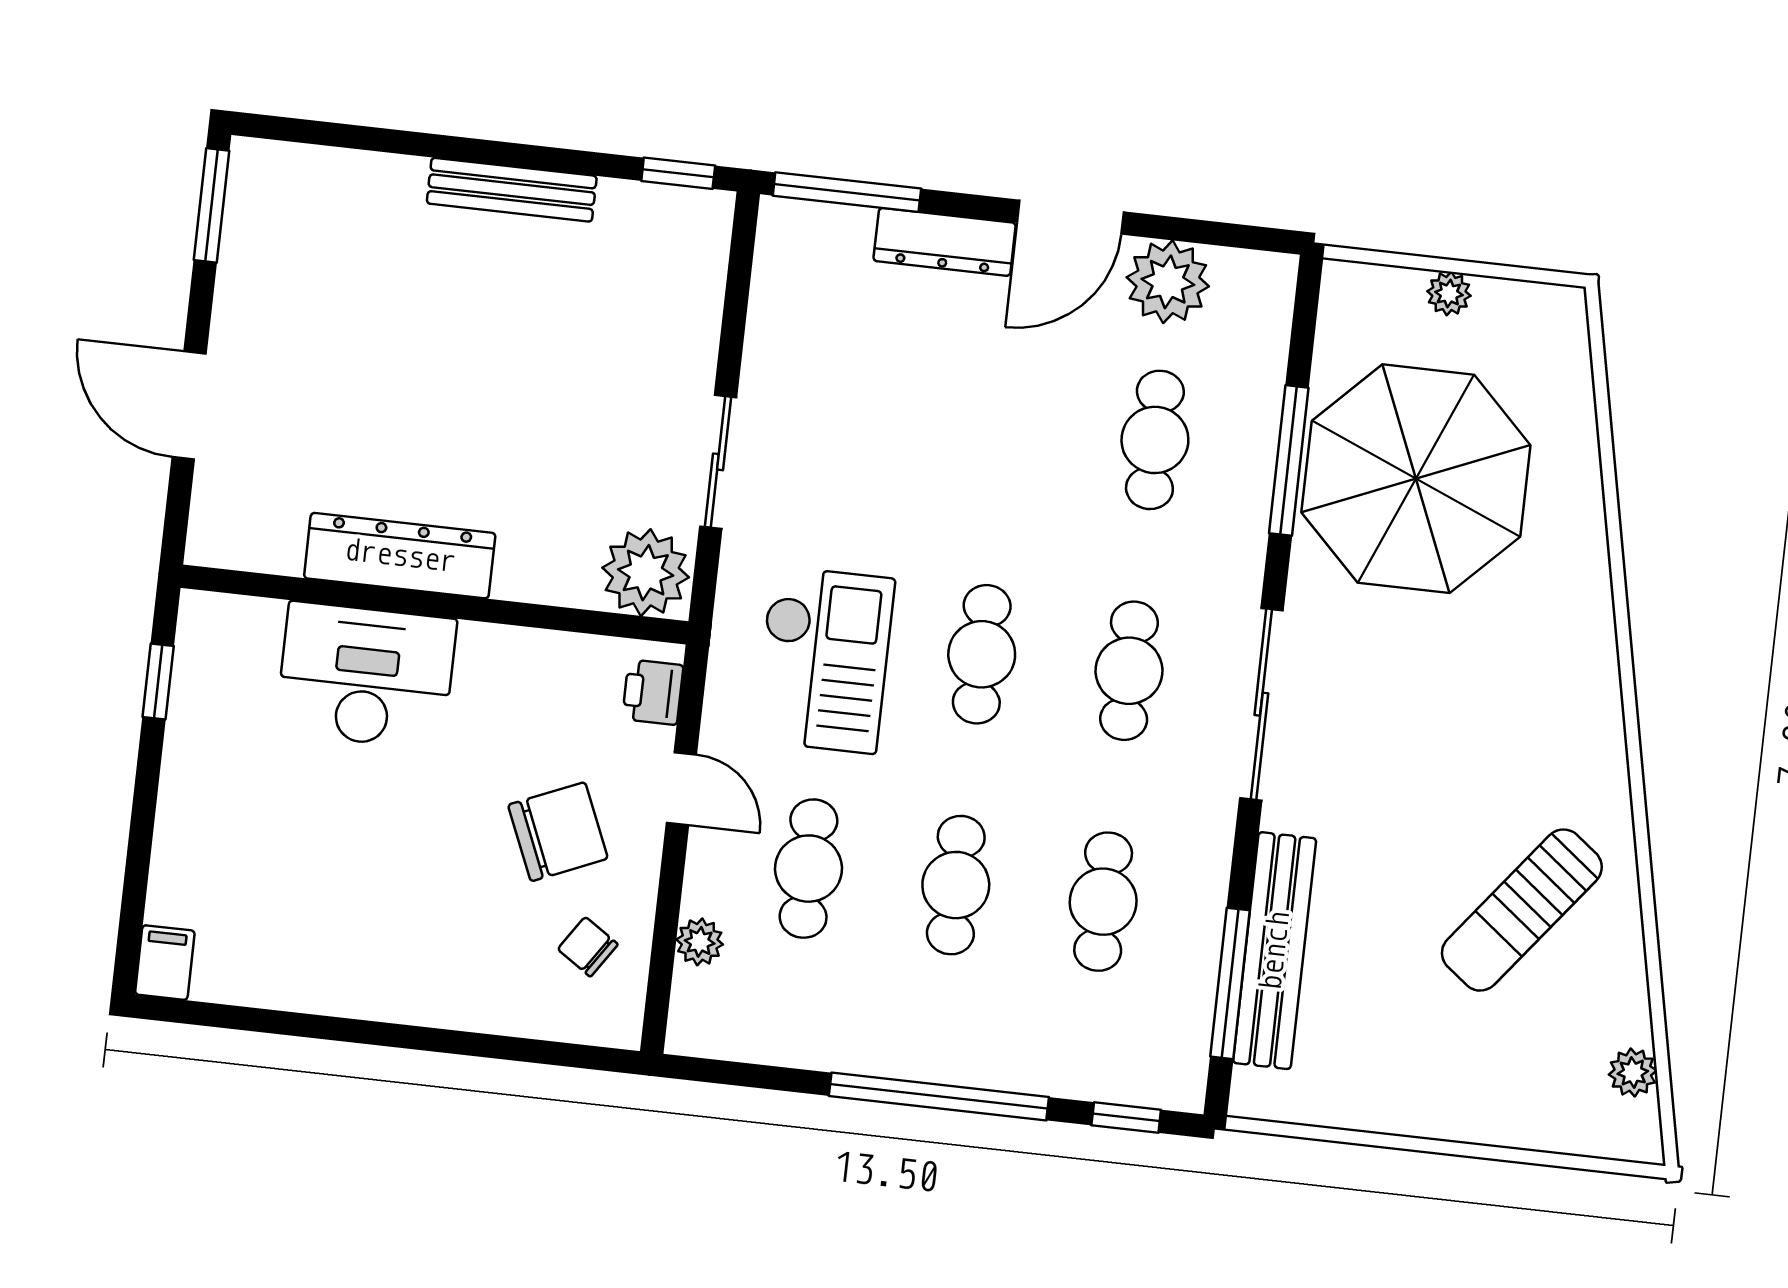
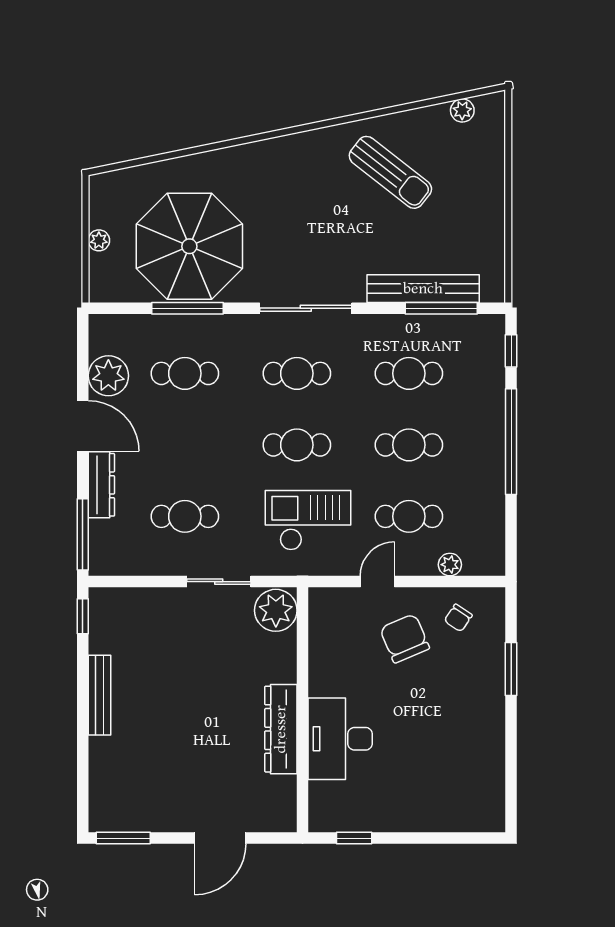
cafe table: (860, 407) -> (185, 516), added
printer: (653, 692) -> (333, 601), removed
filing cabinet: (165, 963) -> (488, 820), removed
window: (470, 1044) -> (511, 669), added

